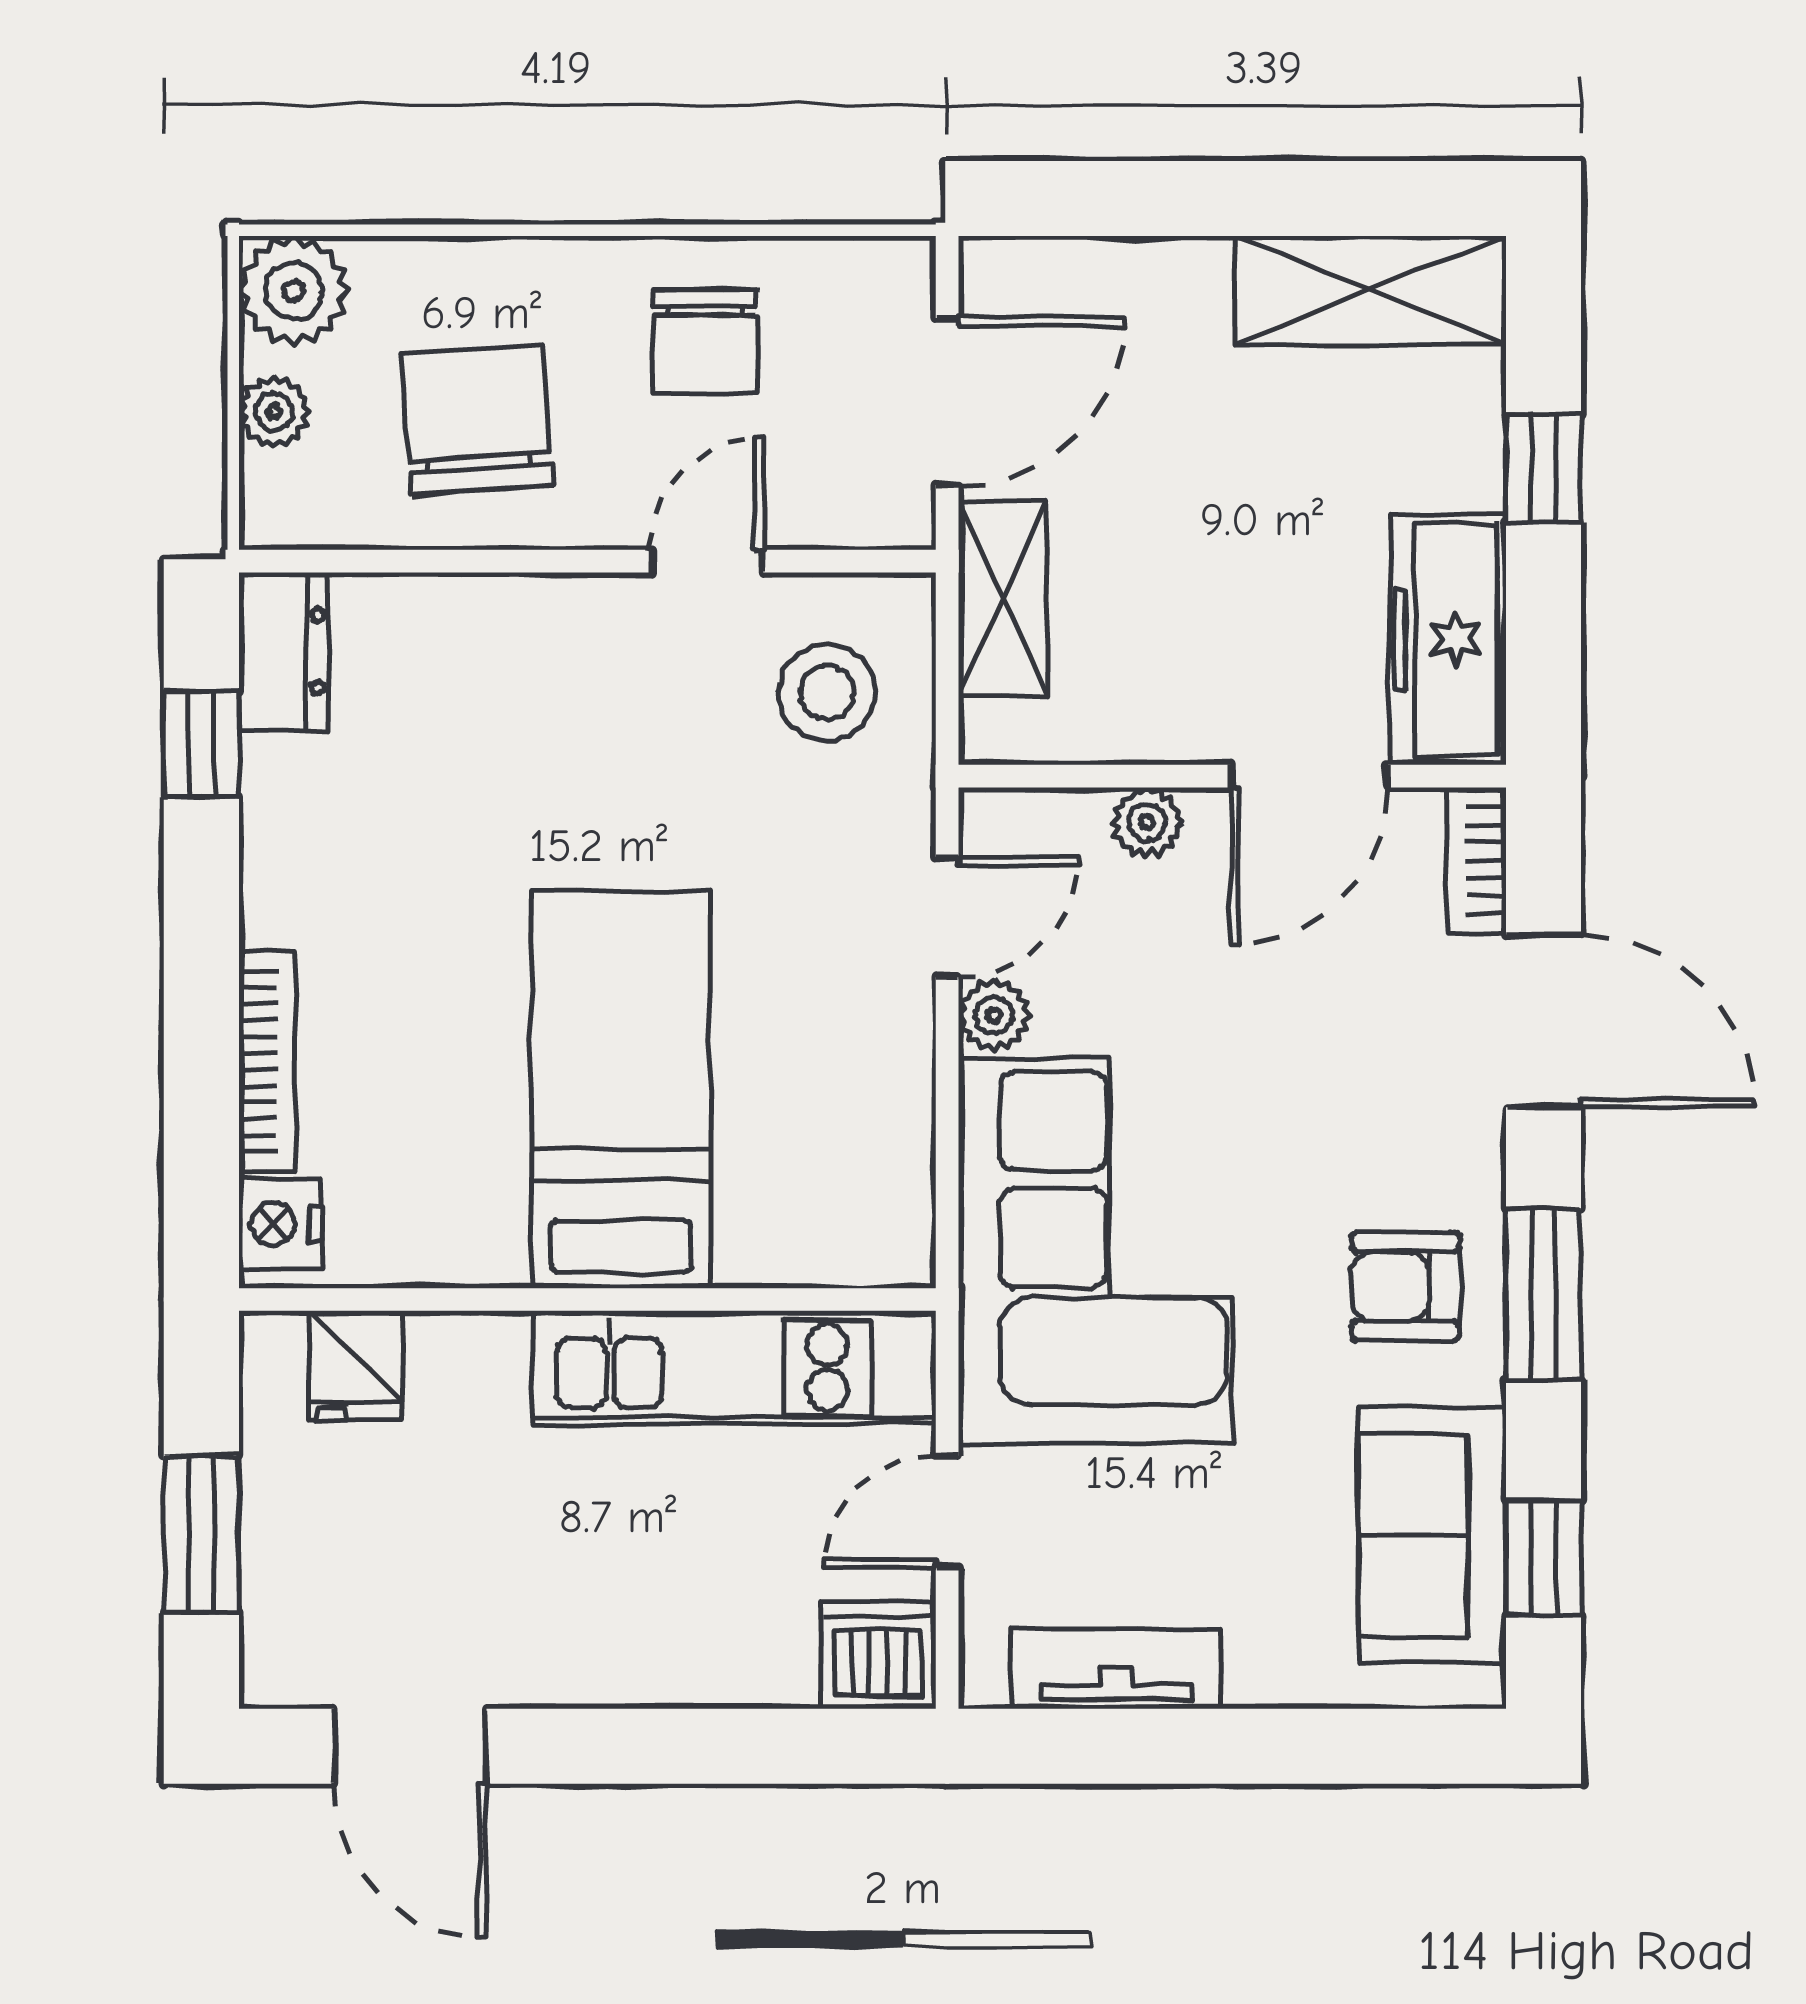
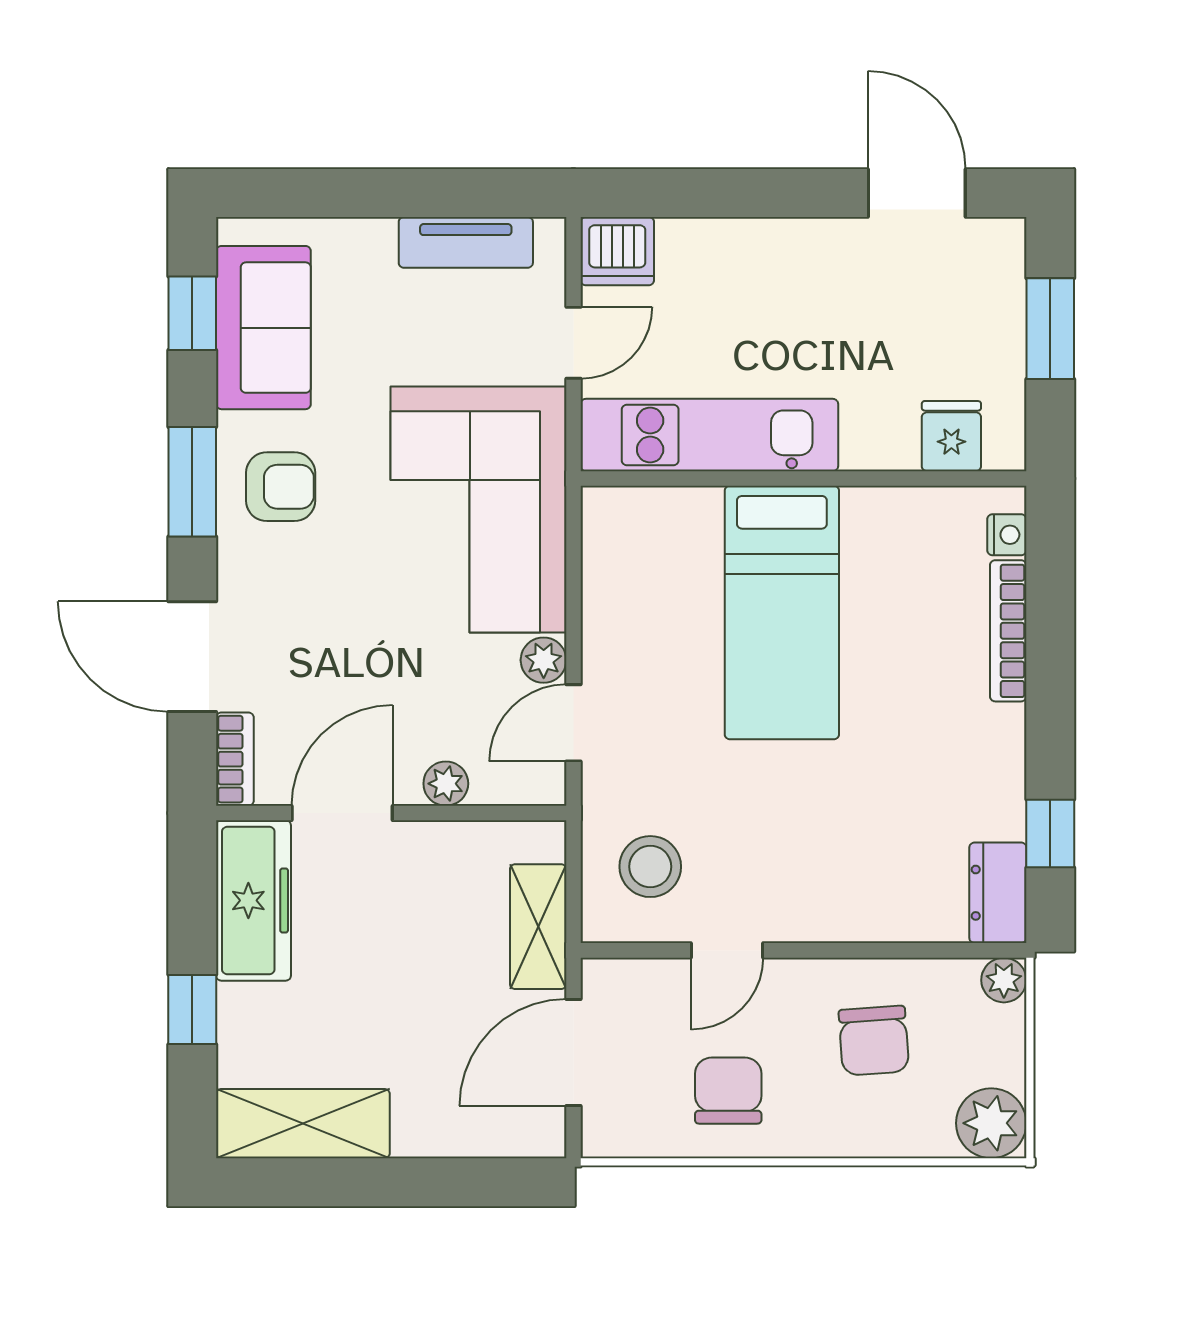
plant: (274, 412) -> (1004, 980), moved
chair: (477, 420) -> (874, 1041), width x0.73, depth x0.73
nightstand: (280, 1224) -> (1007, 535), width x0.72, depth x0.74

